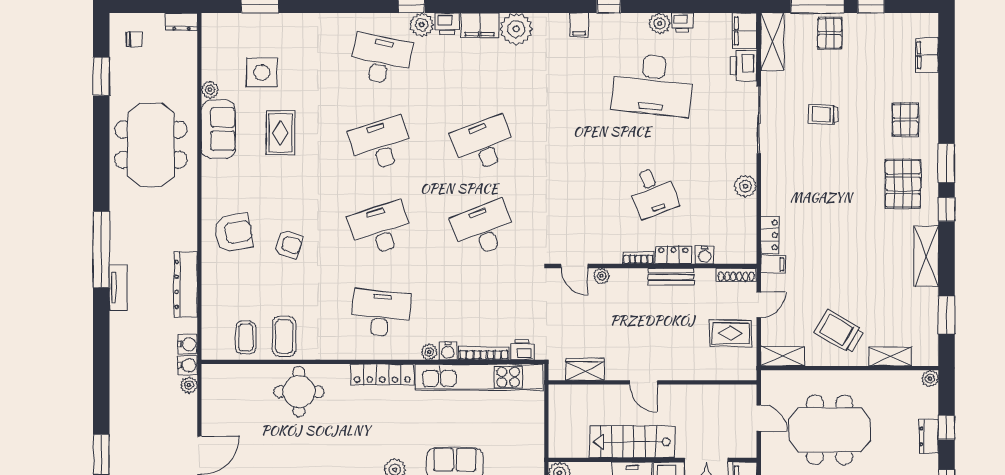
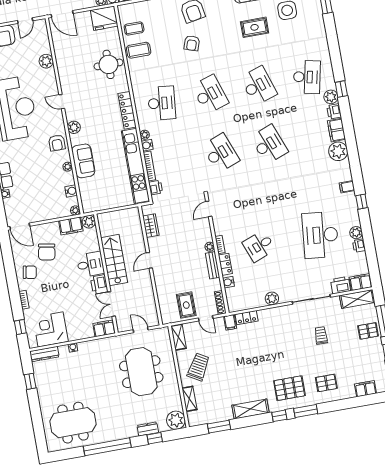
plant: (602, 276) -> (210, 247), moved
plant: (930, 379) -> (176, 420), width x1.88, depth x1.88
fridge: (219, 385) -> (104, 18), added
door: (759, 418) -> (141, 330), swing flipped

